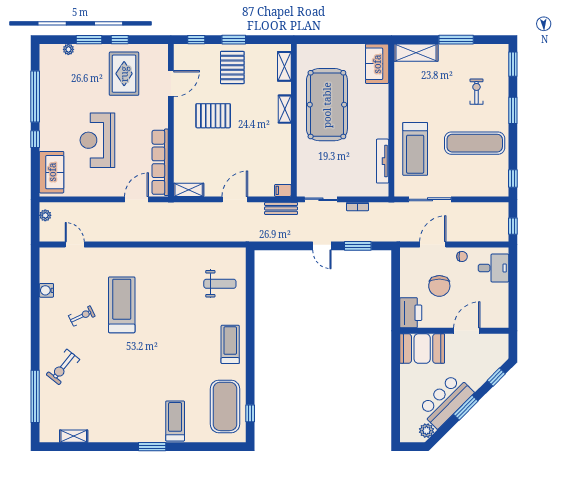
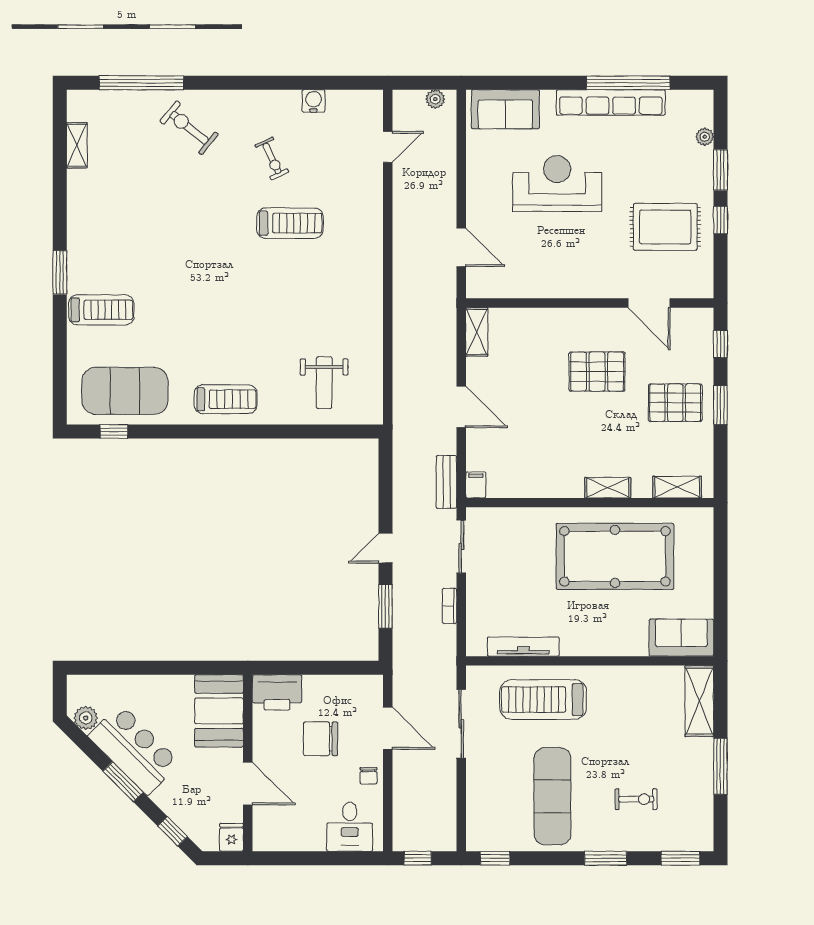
pallet: (213, 116) -> (597, 372), turned 90
window: (35, 139) -> (559, 83), removed
row of seats: (160, 162) -> (611, 103), moved, turned 180
treadmill: (122, 305) -> (290, 223), width x0.73, depth x0.73
fridge: (500, 341) -> (231, 837), added

